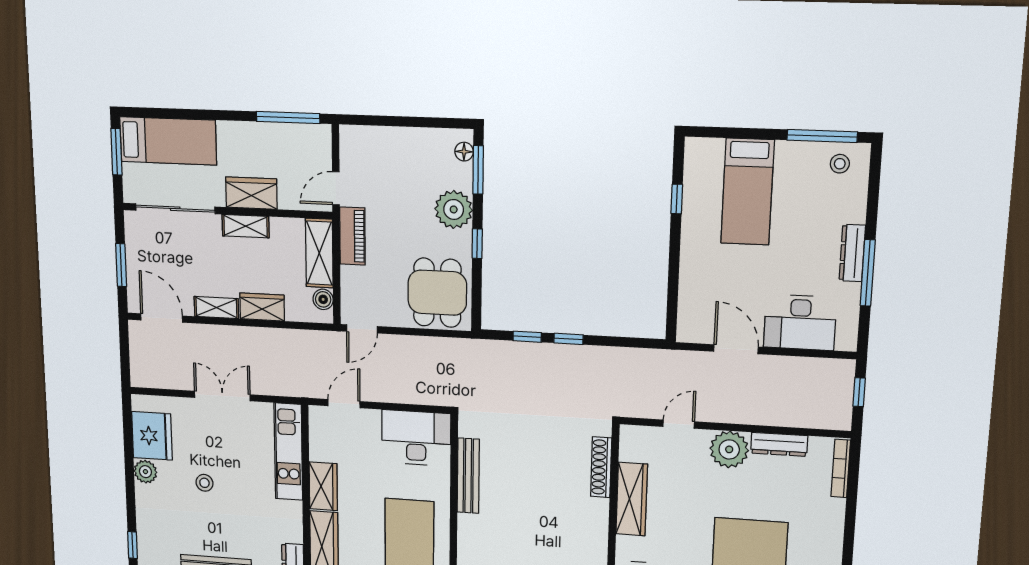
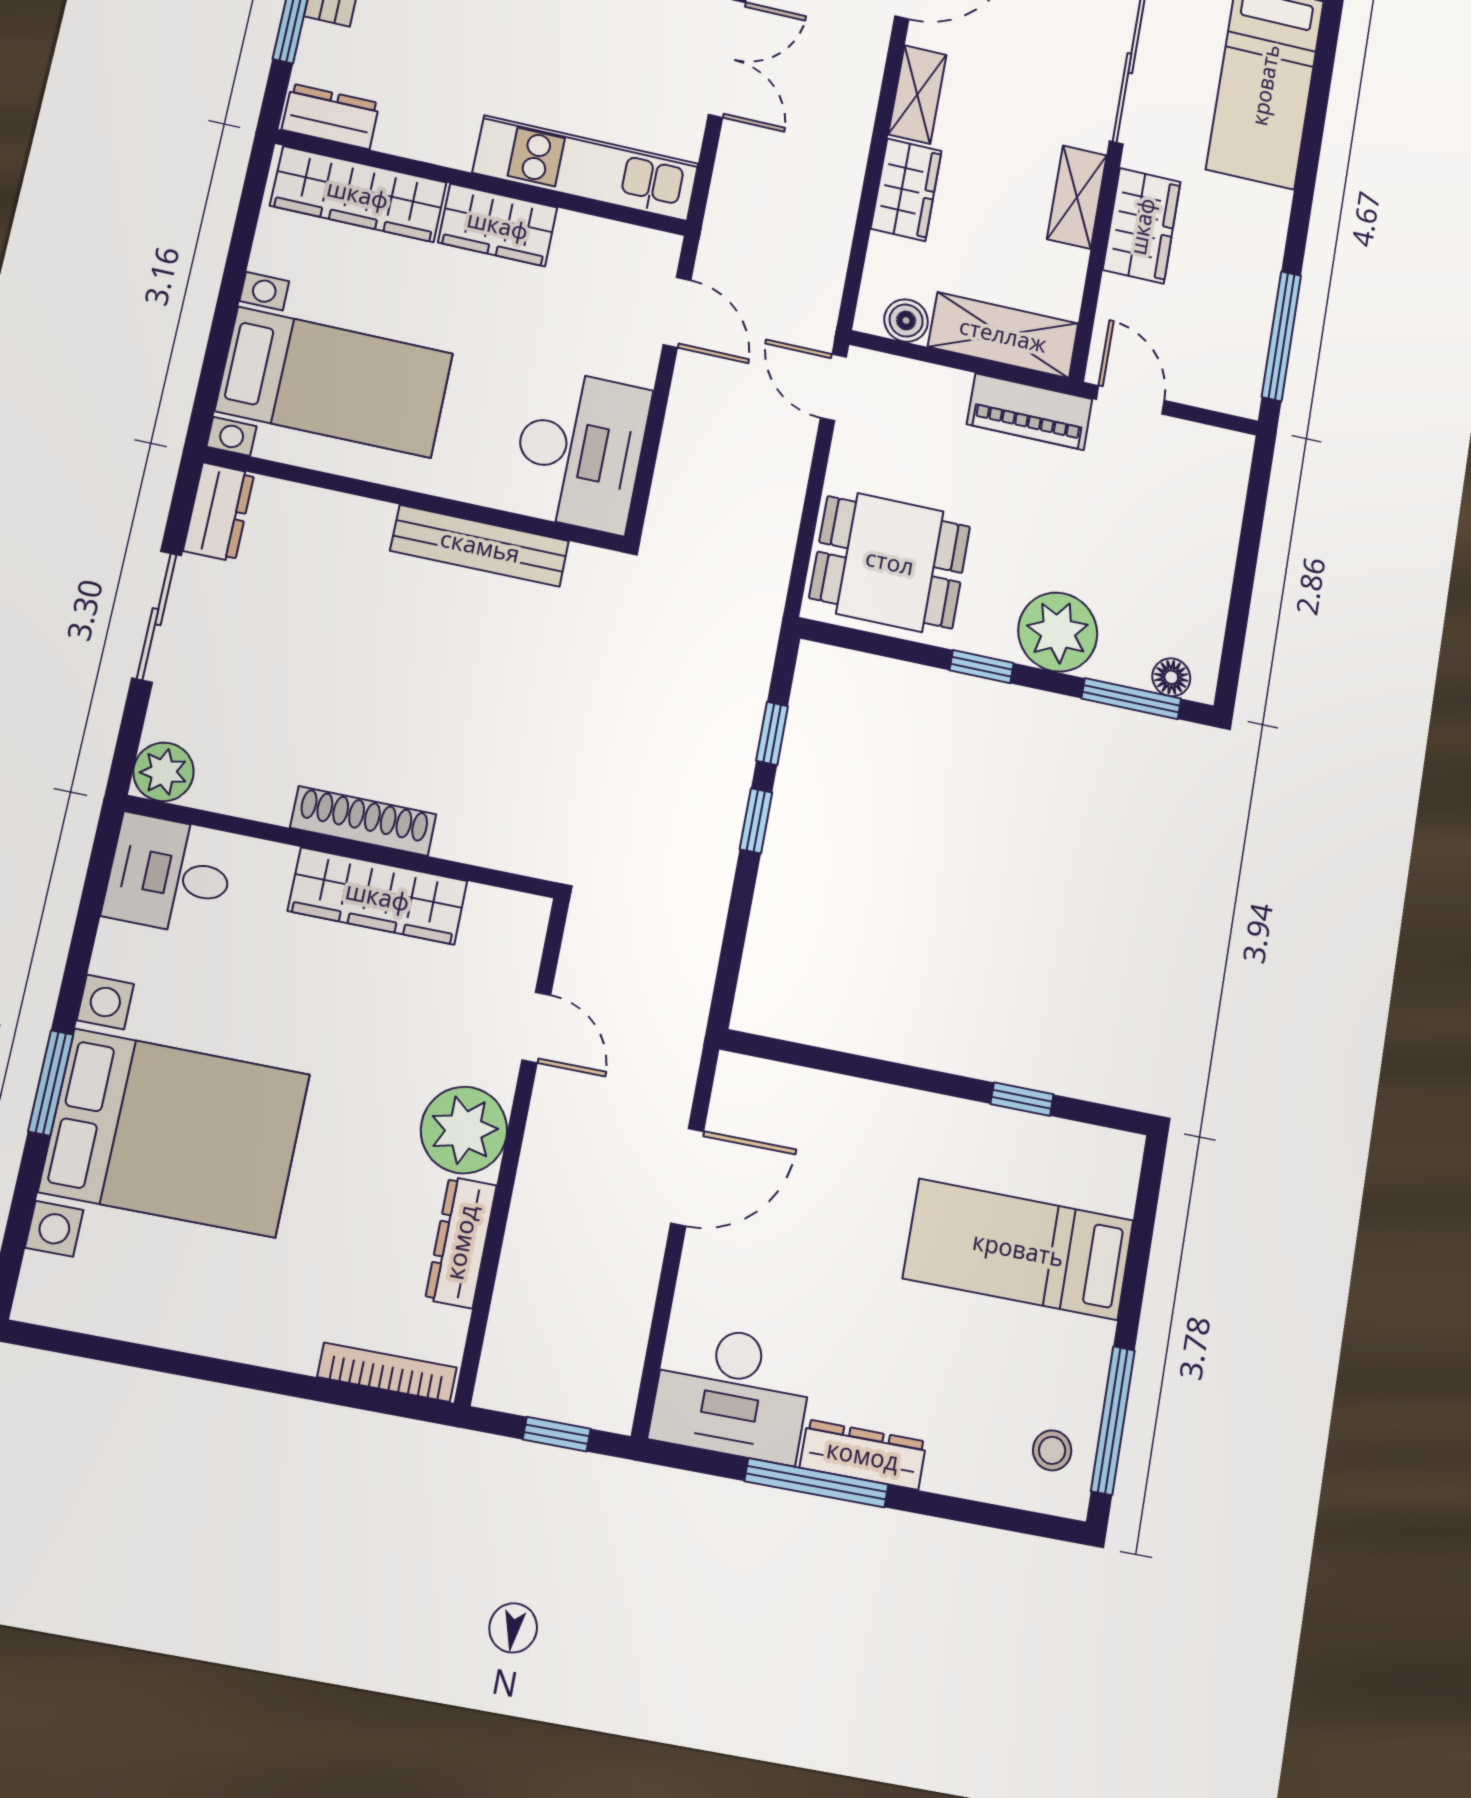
desk: (800, 322) -> (732, 1393), moved, turned -90
shoe rack: (601, 467) -> (363, 821), moved

